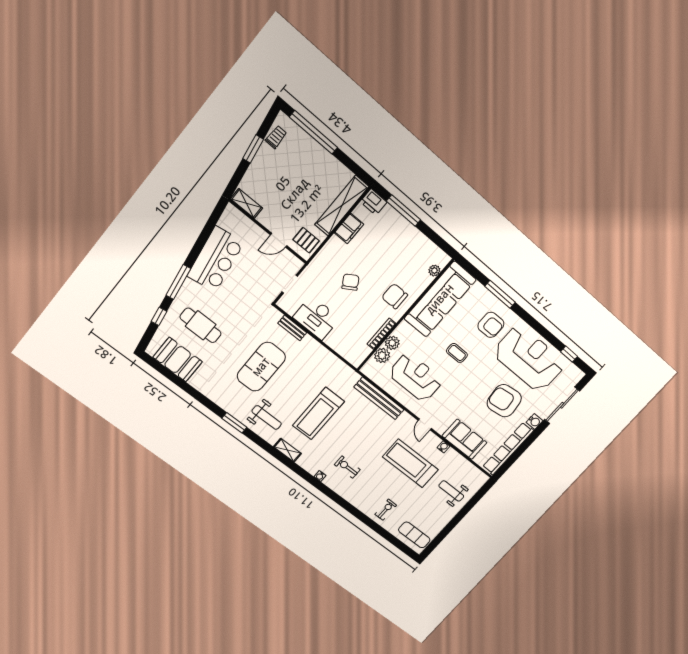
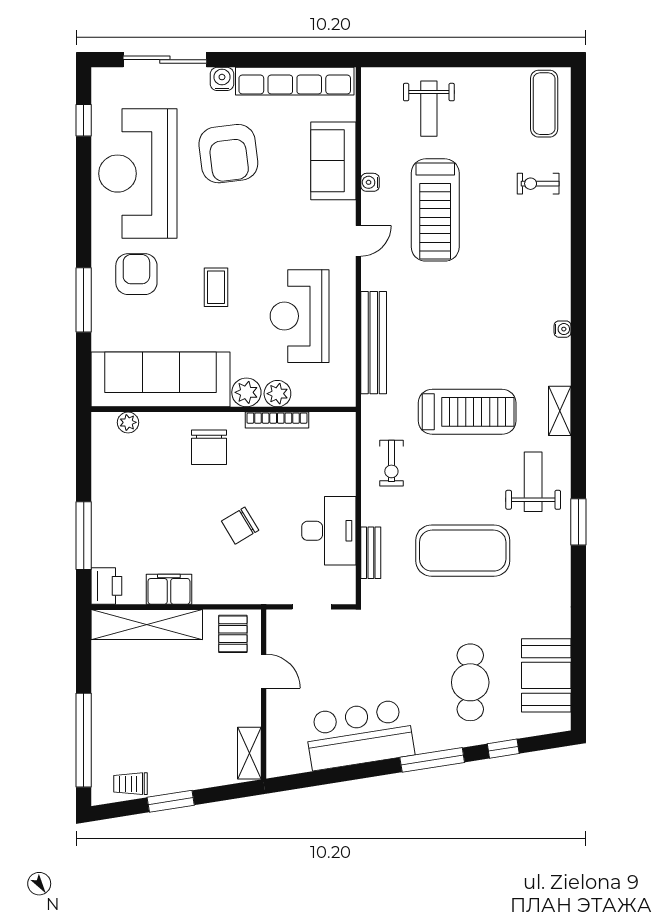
plant: (382, 355) -> (246, 392), moved
exercise bike: (347, 467) -> (391, 463), moved

